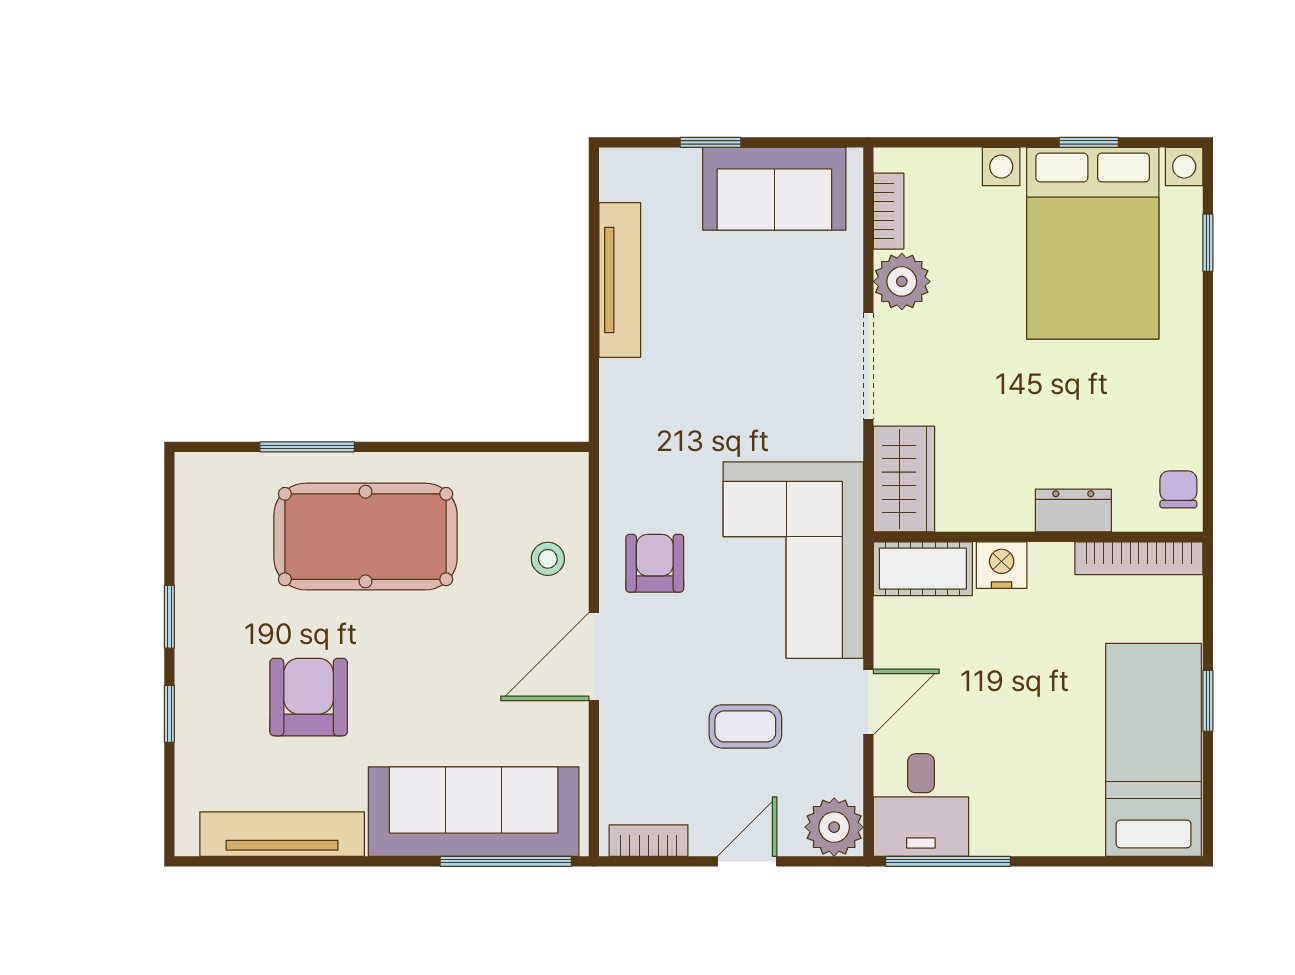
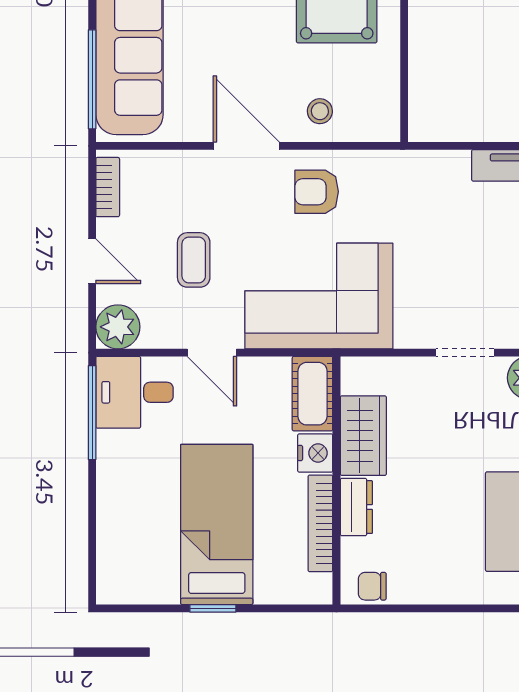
doorway: (868, 366) -> (465, 353), width x0.73
wardrobe: (904, 479) -> (363, 436), moved, turned -90
chair: (1178, 489) -> (372, 586), turned 180
bookcase: (1139, 558) -> (320, 523), moved
armchair: (655, 563) -> (317, 192), turned 180
bed: (1154, 750) -> (217, 524), moved, turned -90

